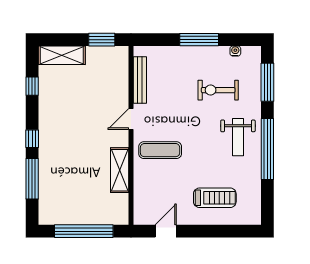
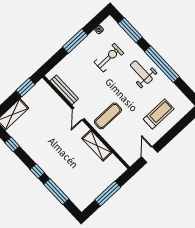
exercise bike: (218, 90) -> (109, 58), turned 180
weight bench: (238, 137) -> (141, 72), turned 180
window: (84, 231) -> (108, 194), width x0.68

